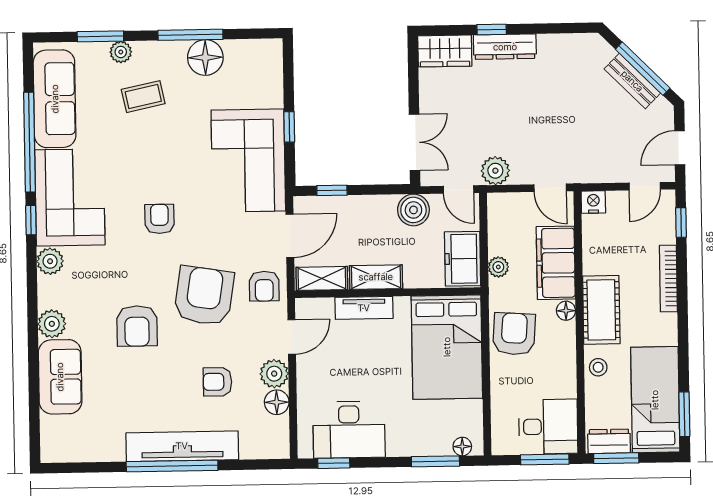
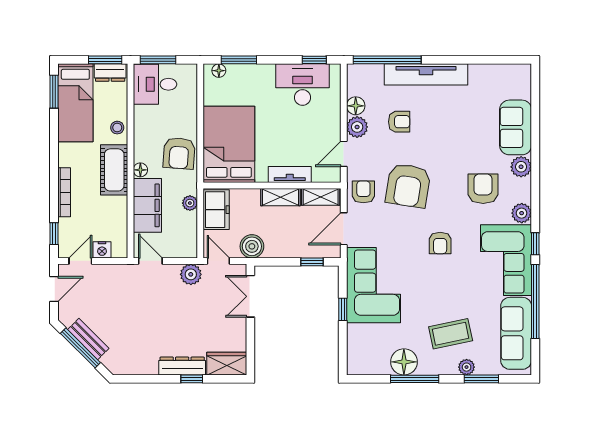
coffee table: (143, 97) -> (451, 334), width x1.36, depth x1.30
nightstand: (593, 202) -> (102, 250), moved
armchair: (137, 326) -> (483, 189), moved
window: (172, 466) -> (387, 60), moved

